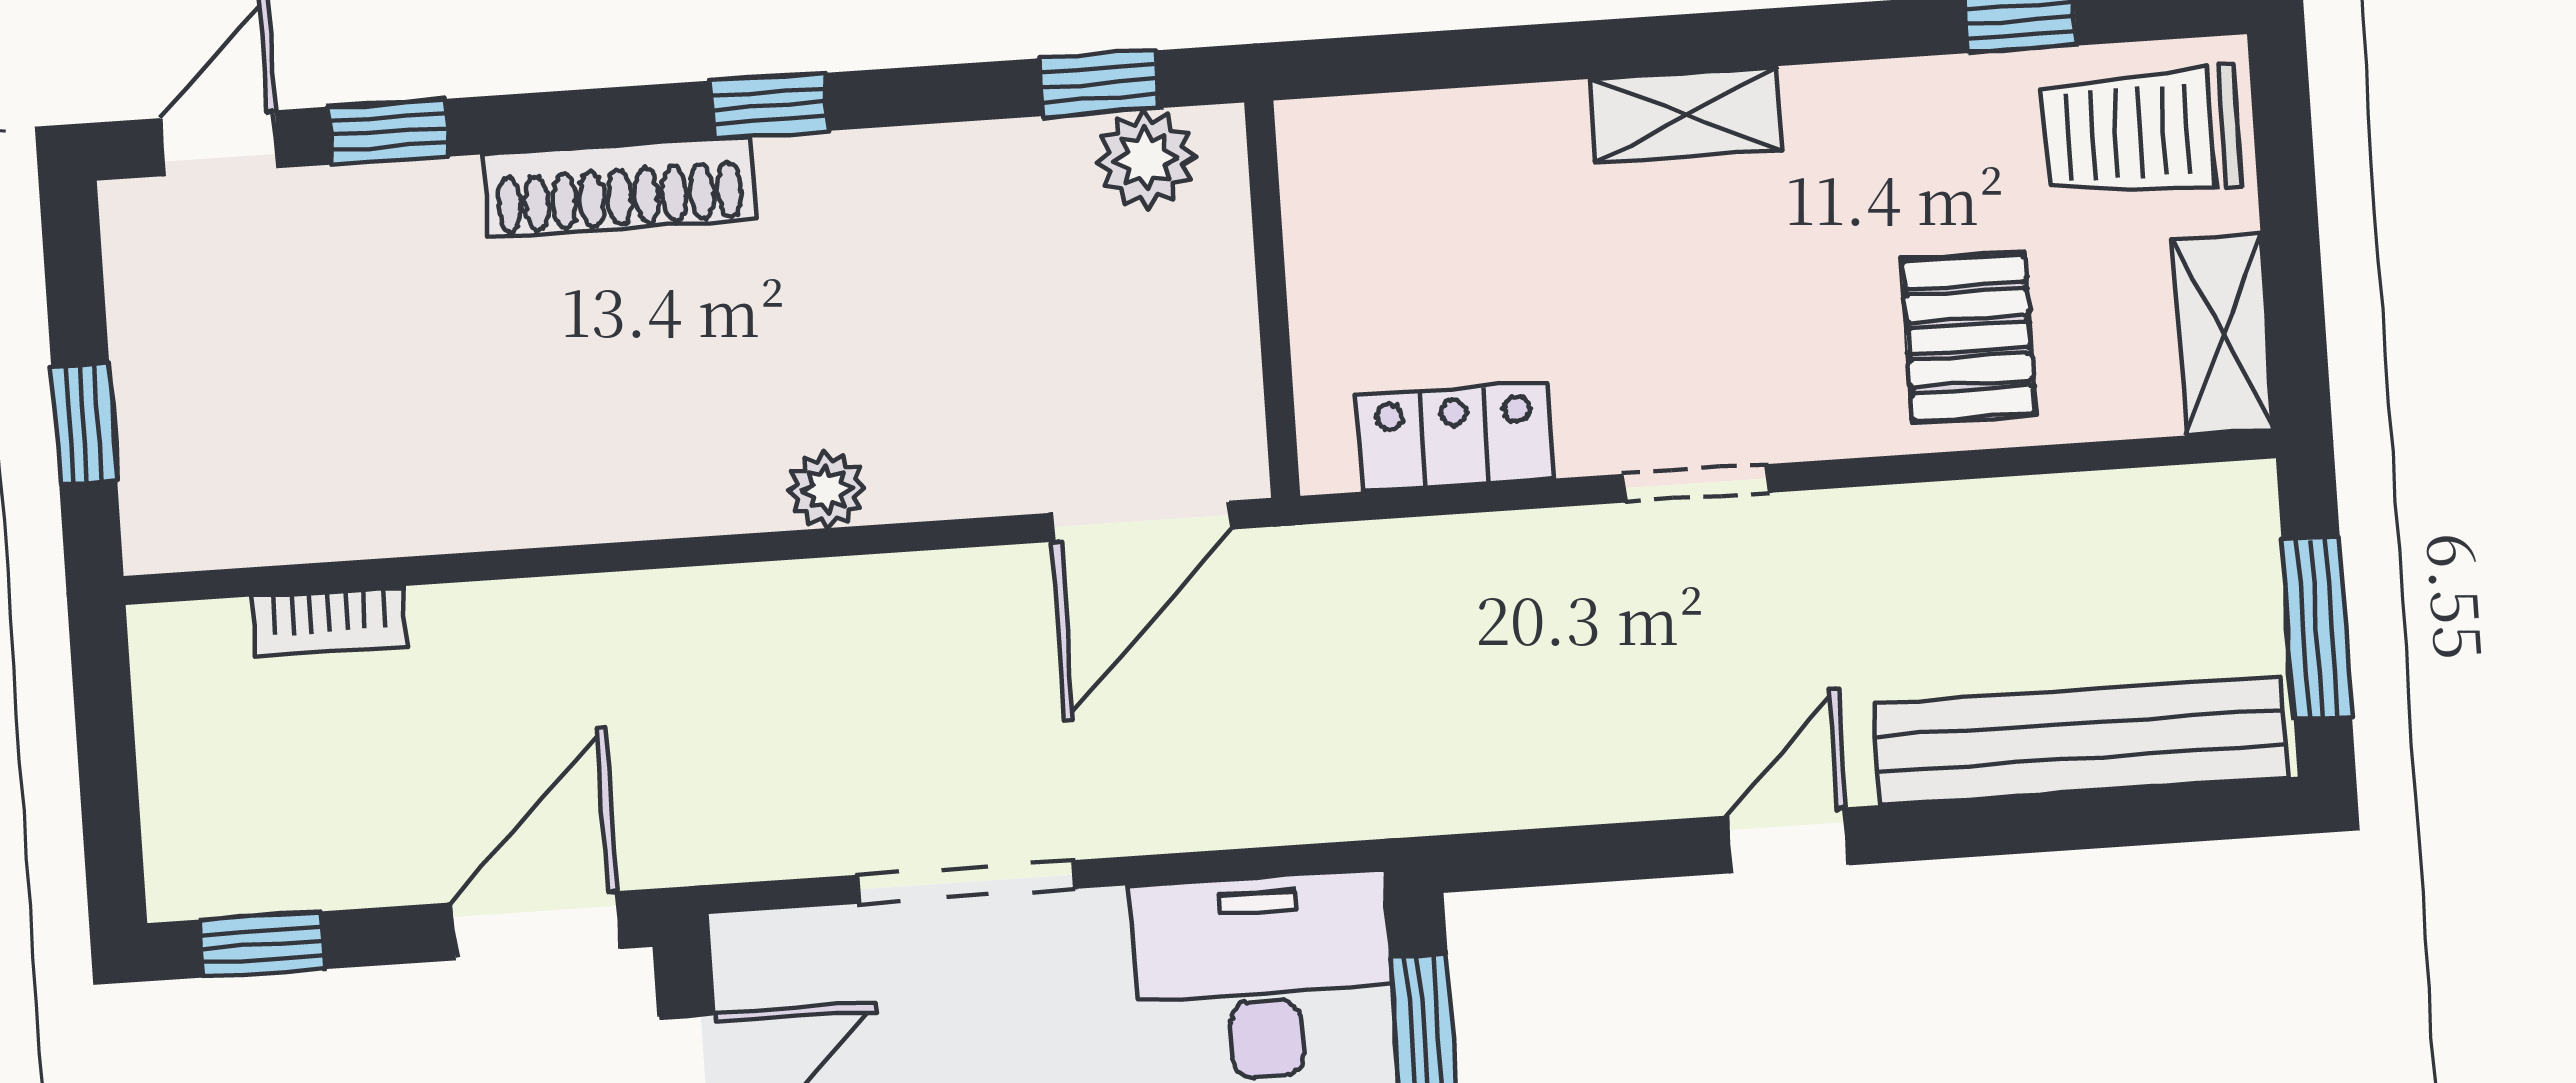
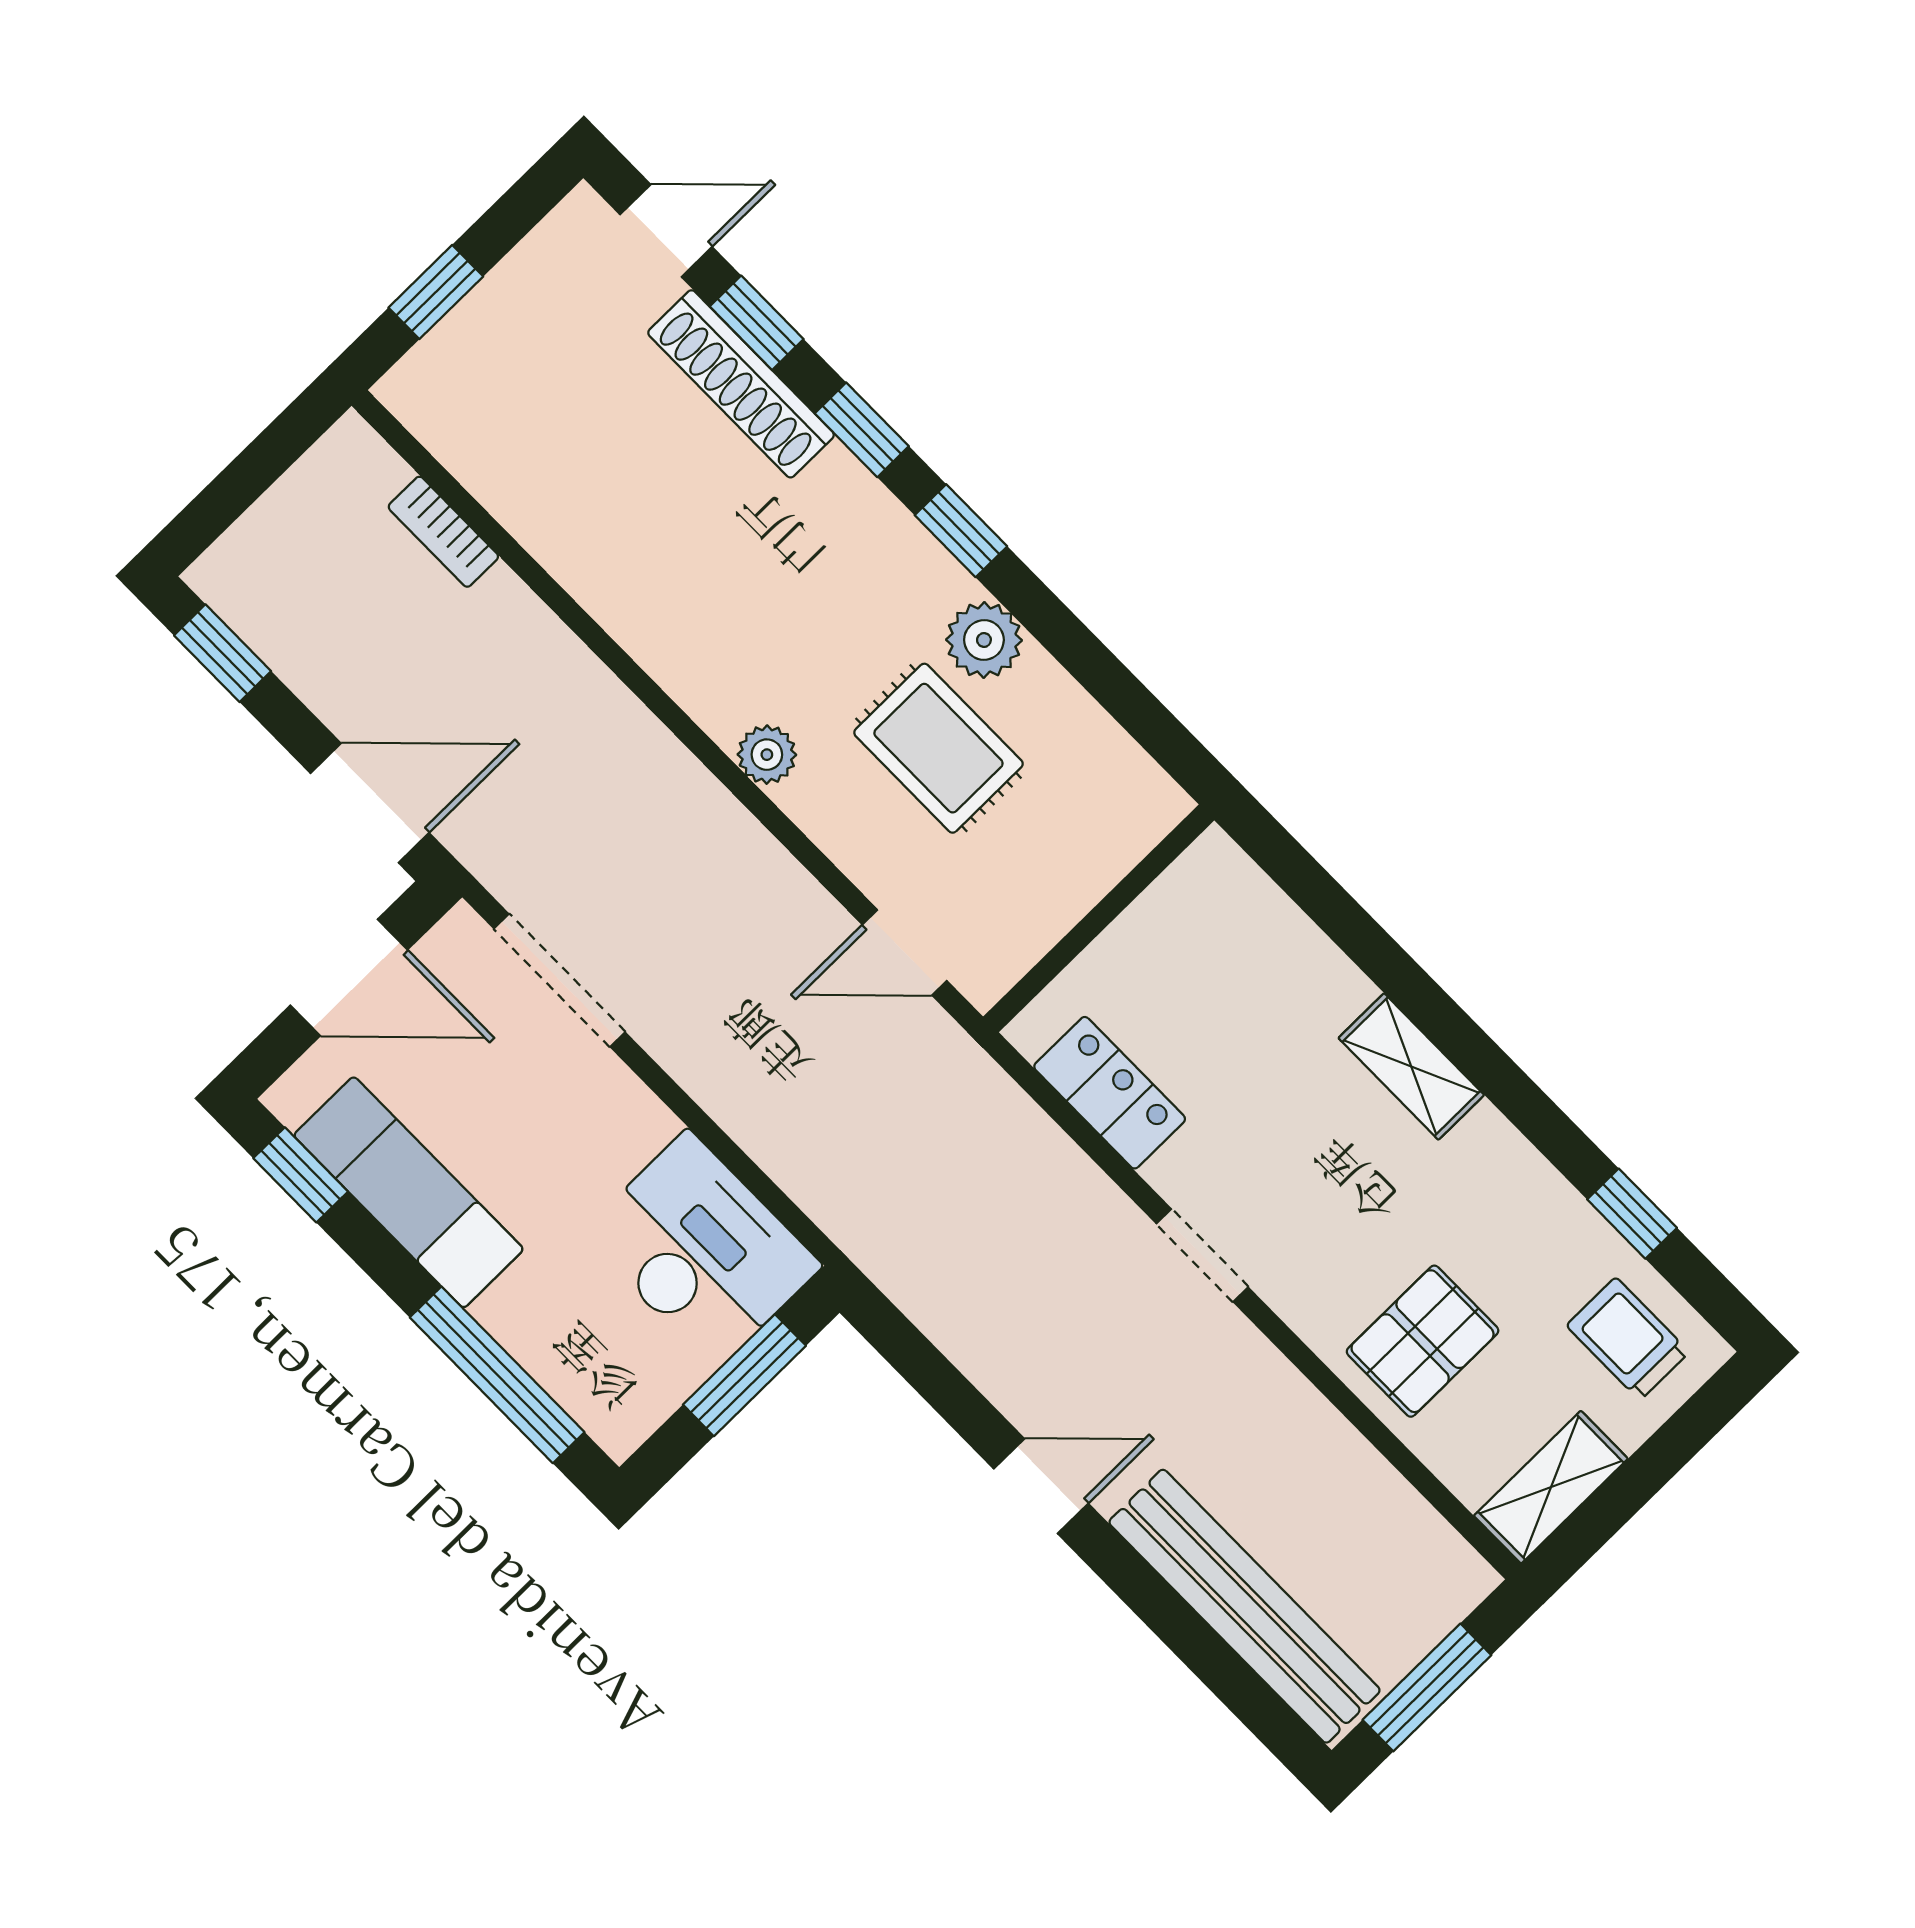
window: (1099, 83) -> (862, 430), moved
trolley: (2141, 131) -> (1628, 1339), width x0.73, depth x0.72
plant: (1146, 159) -> (984, 640), moved
shoe rack: (619, 187) -> (741, 384), moved
rug: (966, 313) -> (938, 748), added
door: (1141, 521) -> (905, 953), width x0.73
doorway: (966, 882) -> (559, 980), moved

